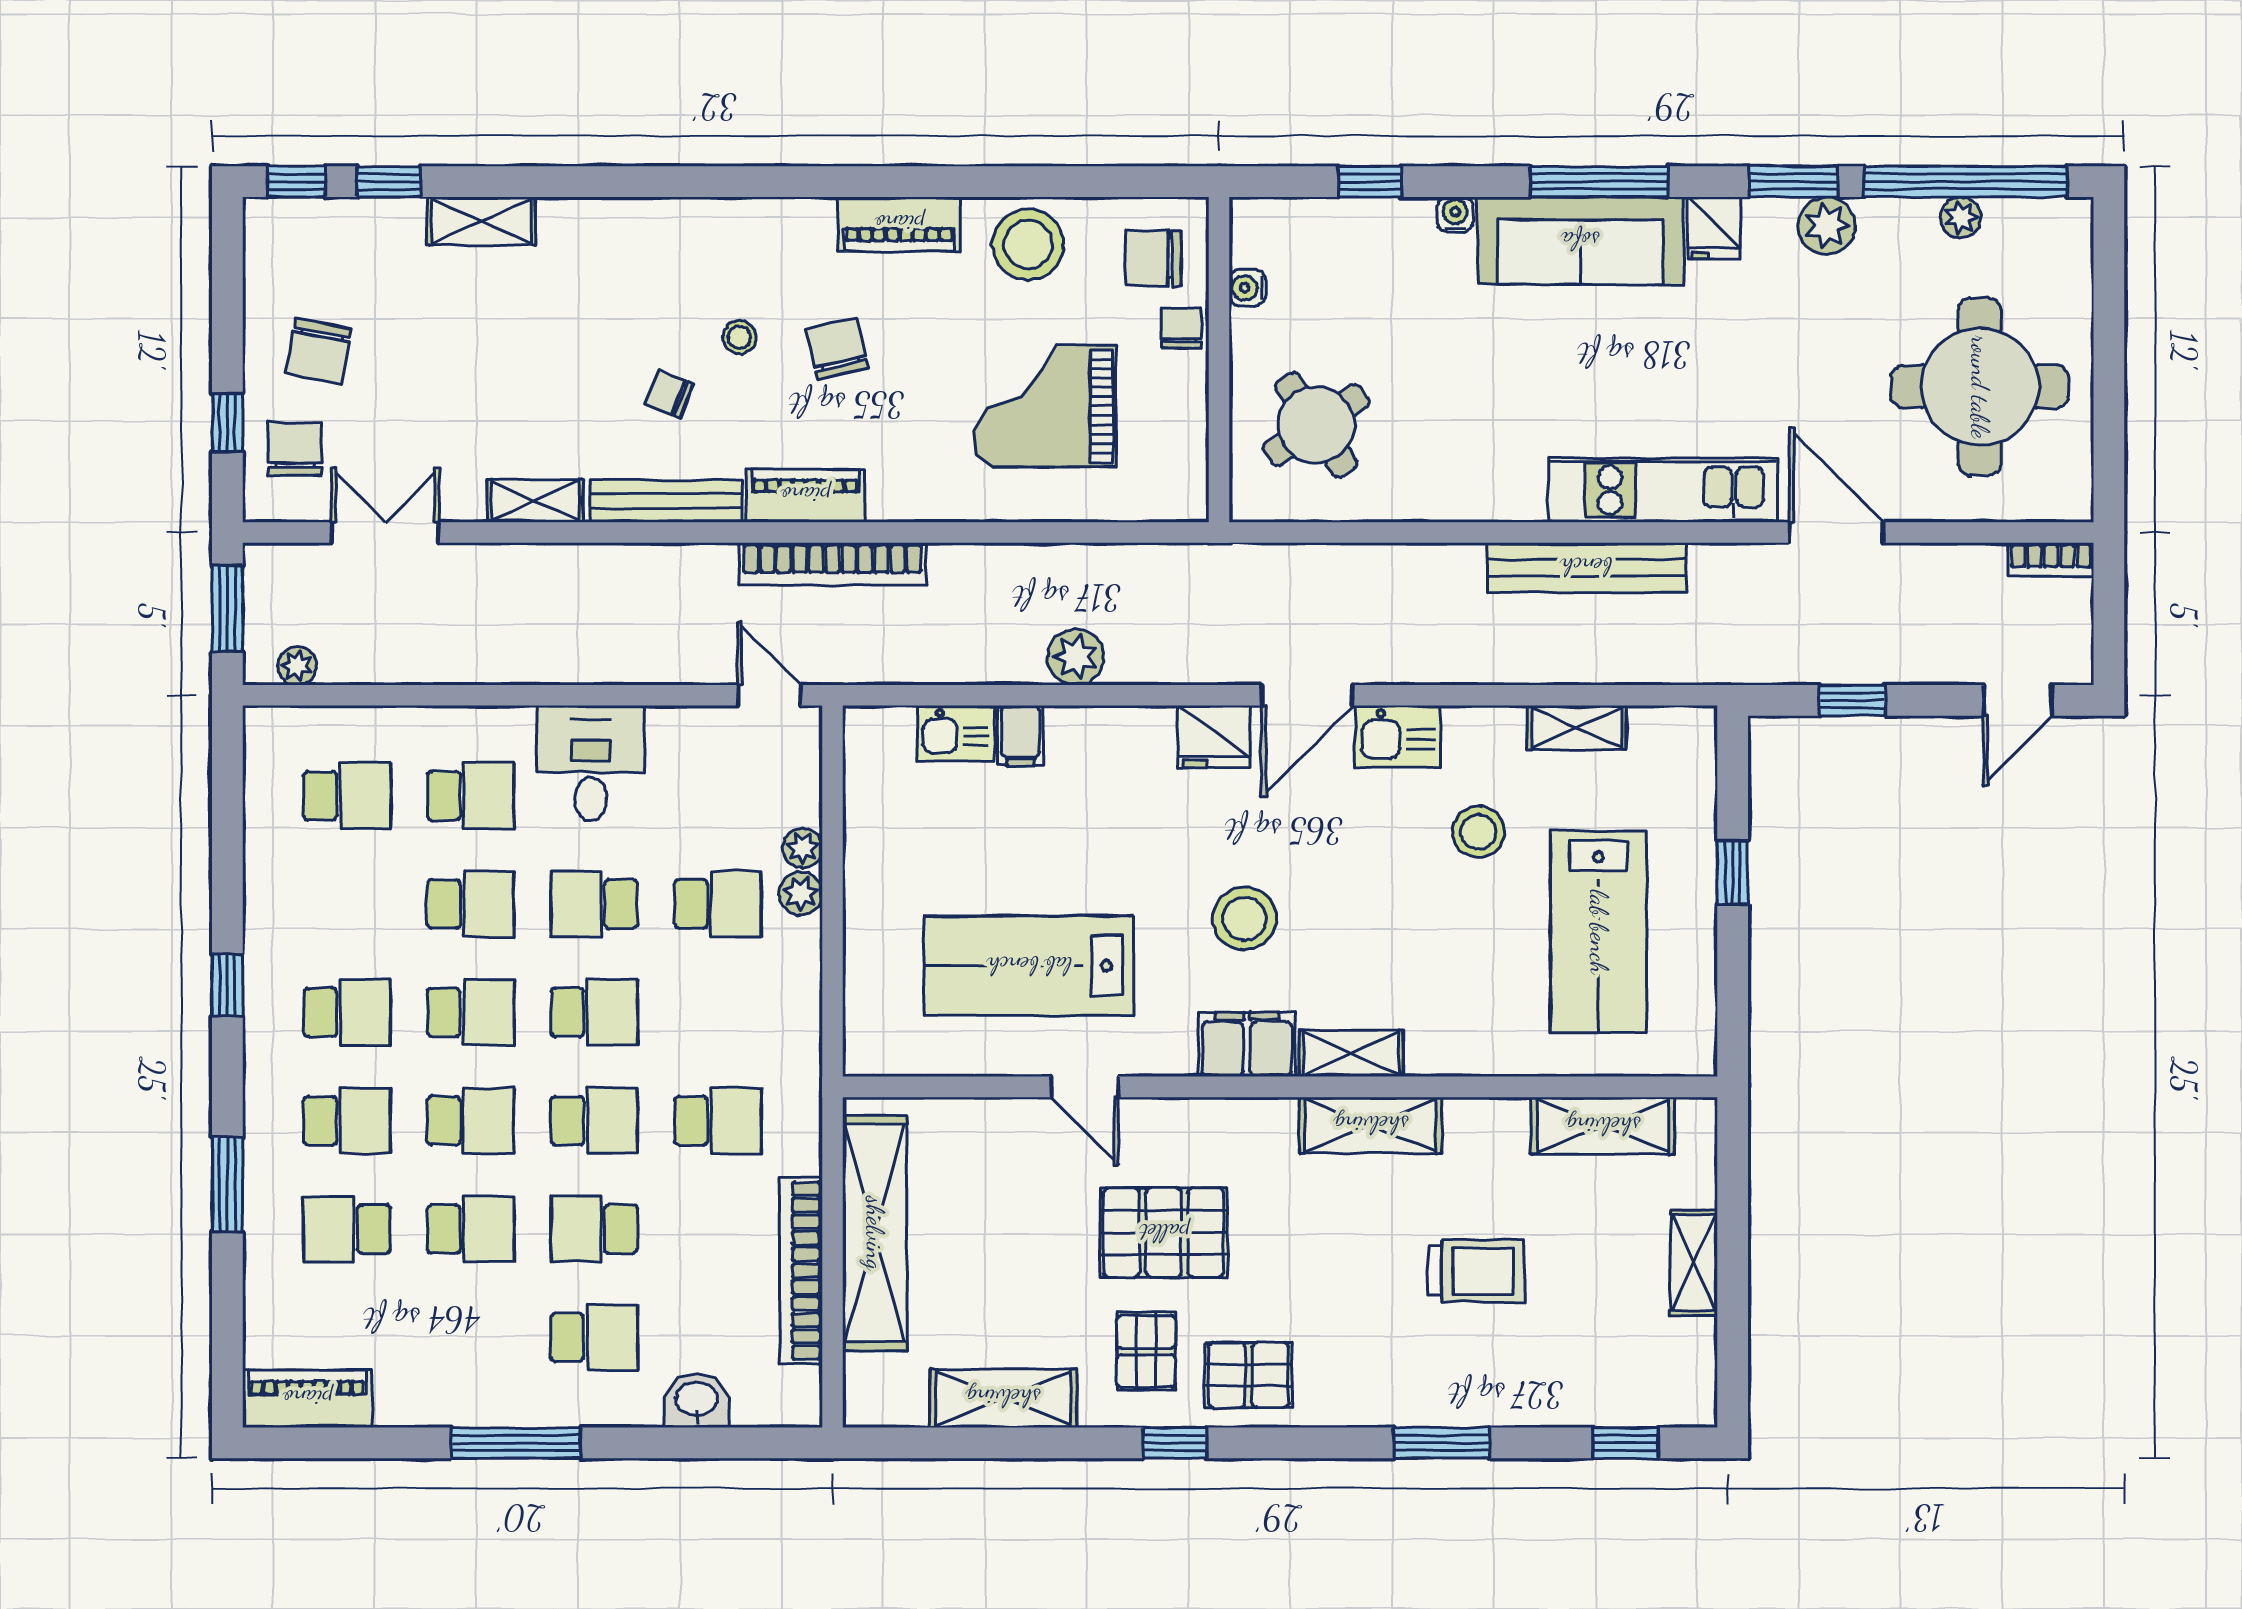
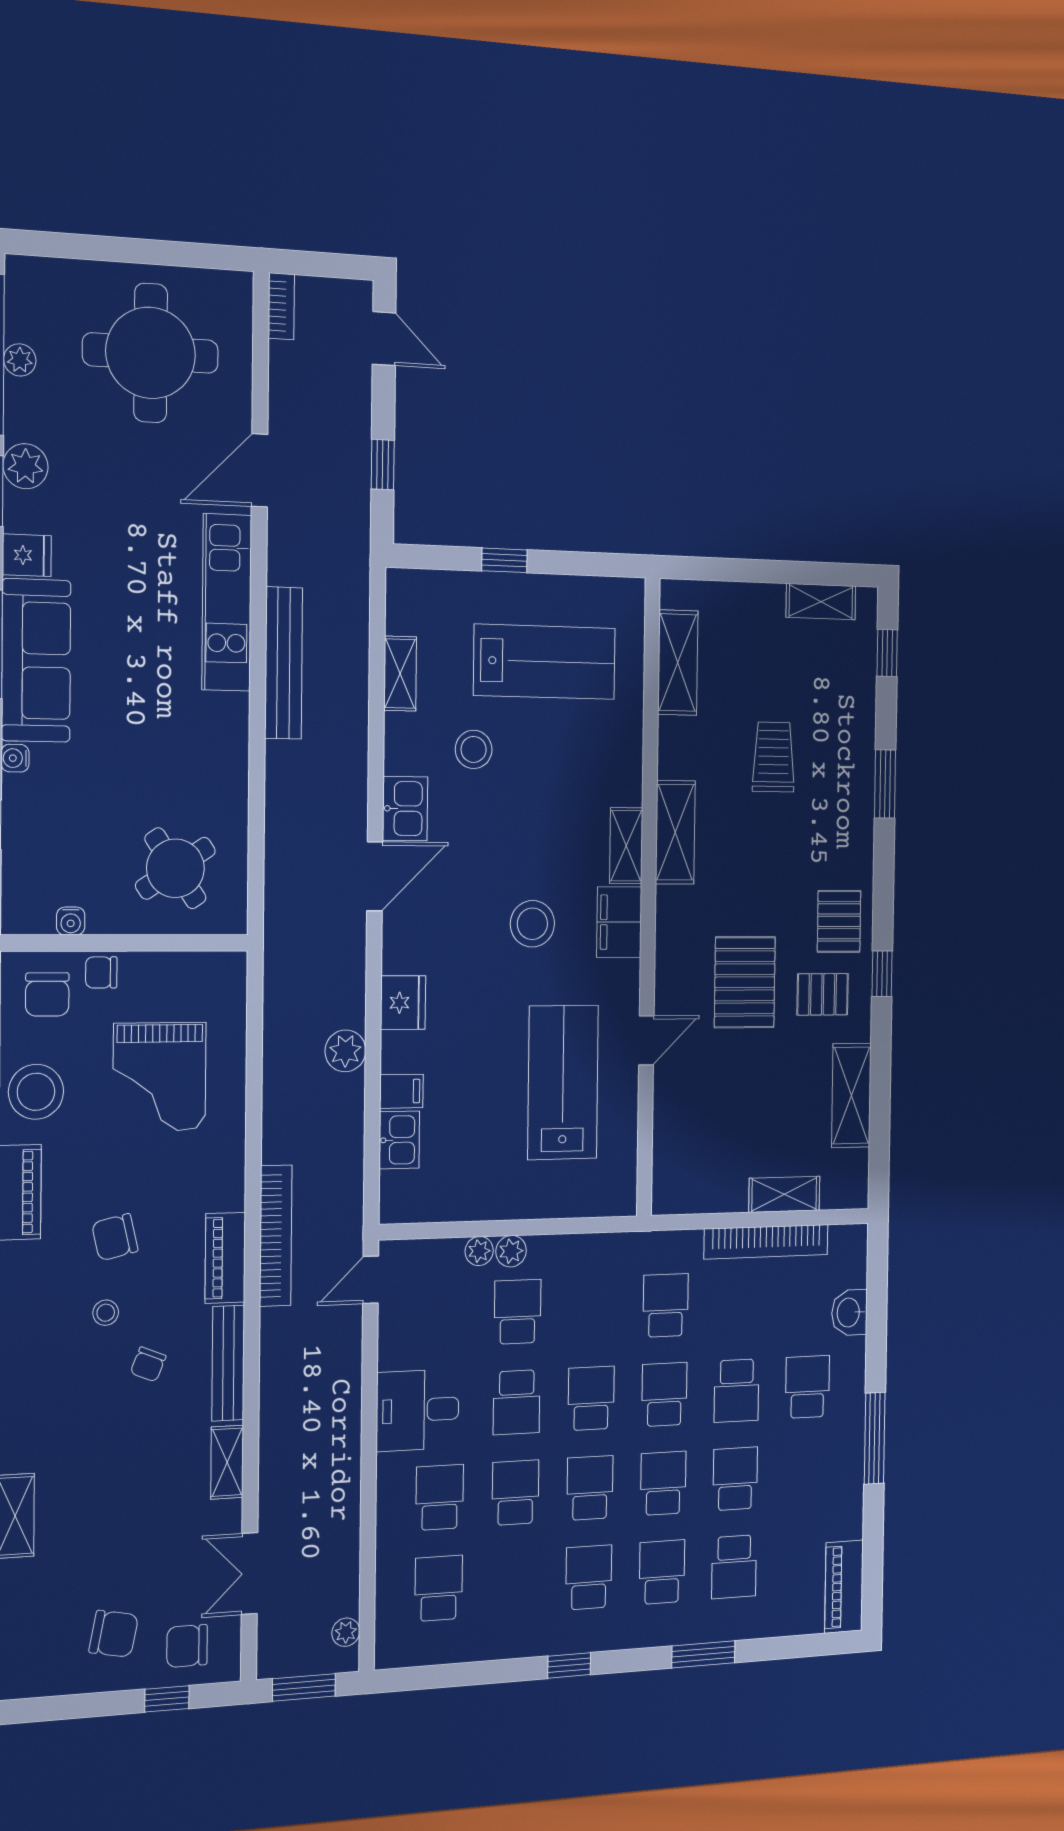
door: (1307, 695) -> (375, 876), hinge flipped
fridge: (1214, 737) -> (403, 1003), moved
lab bench: (1029, 966) -> (563, 1082), turned 180
shelving: (875, 1233) -> (784, 1194), width x0.45, depth x0.75
shelving: (1694, 1262) -> (821, 602), moved

